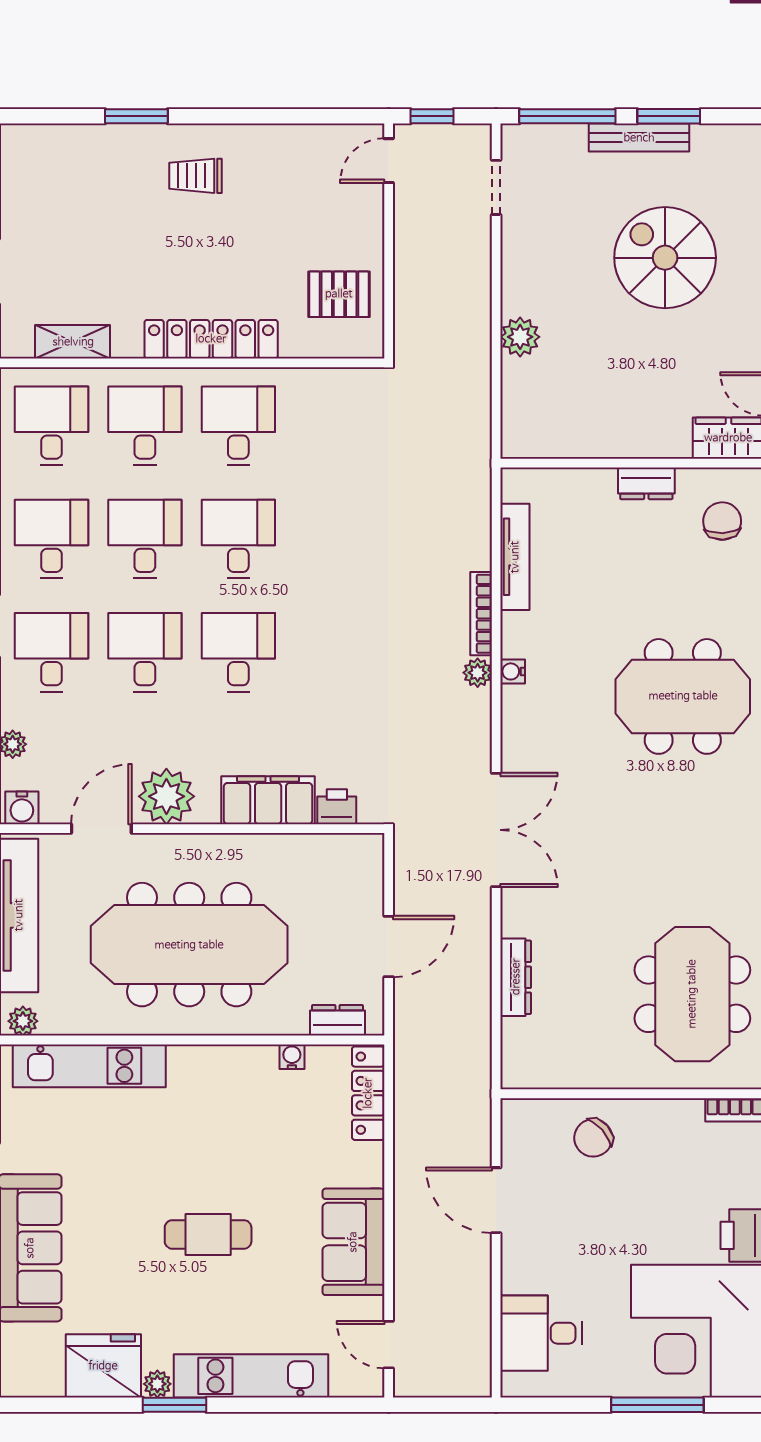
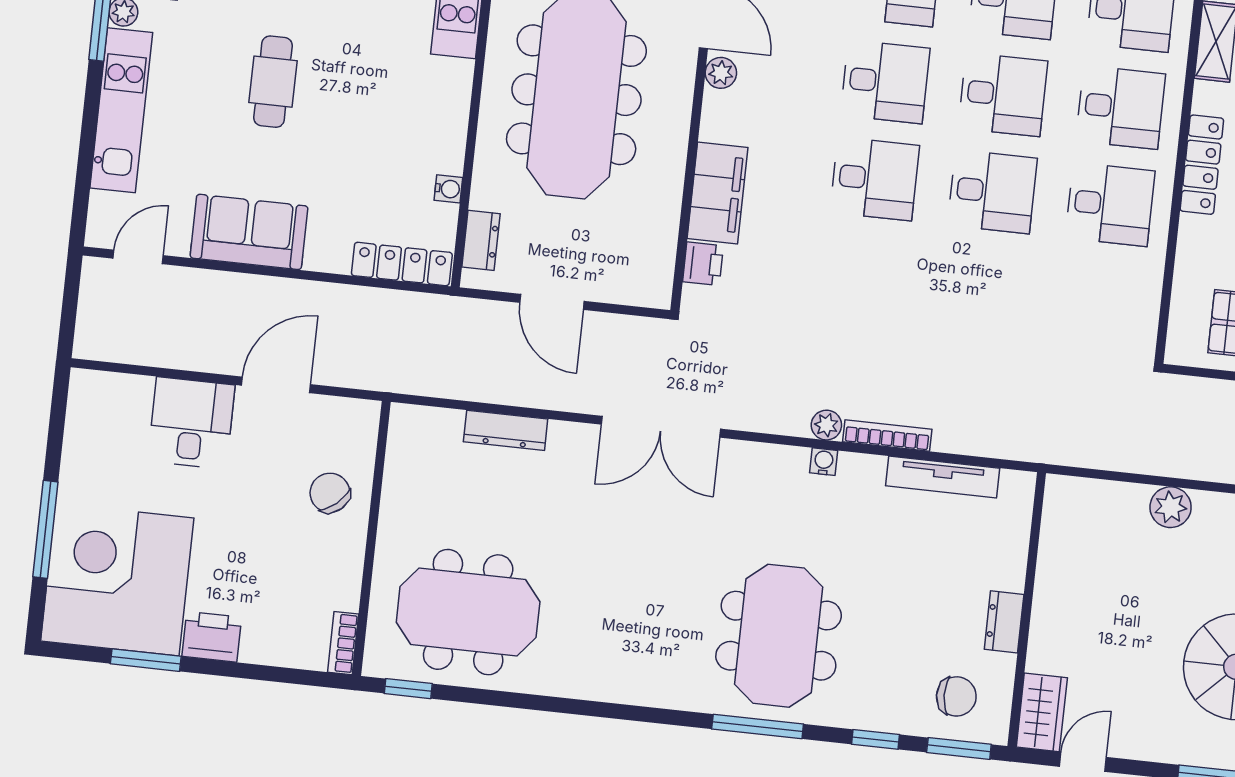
locker: (211, 339) -> (1202, 165), width x0.71, depth x0.83
plant: (166, 796) -> (721, 73), width x0.53, depth x0.53
desk: (541, 1333) -> (191, 423), moved

